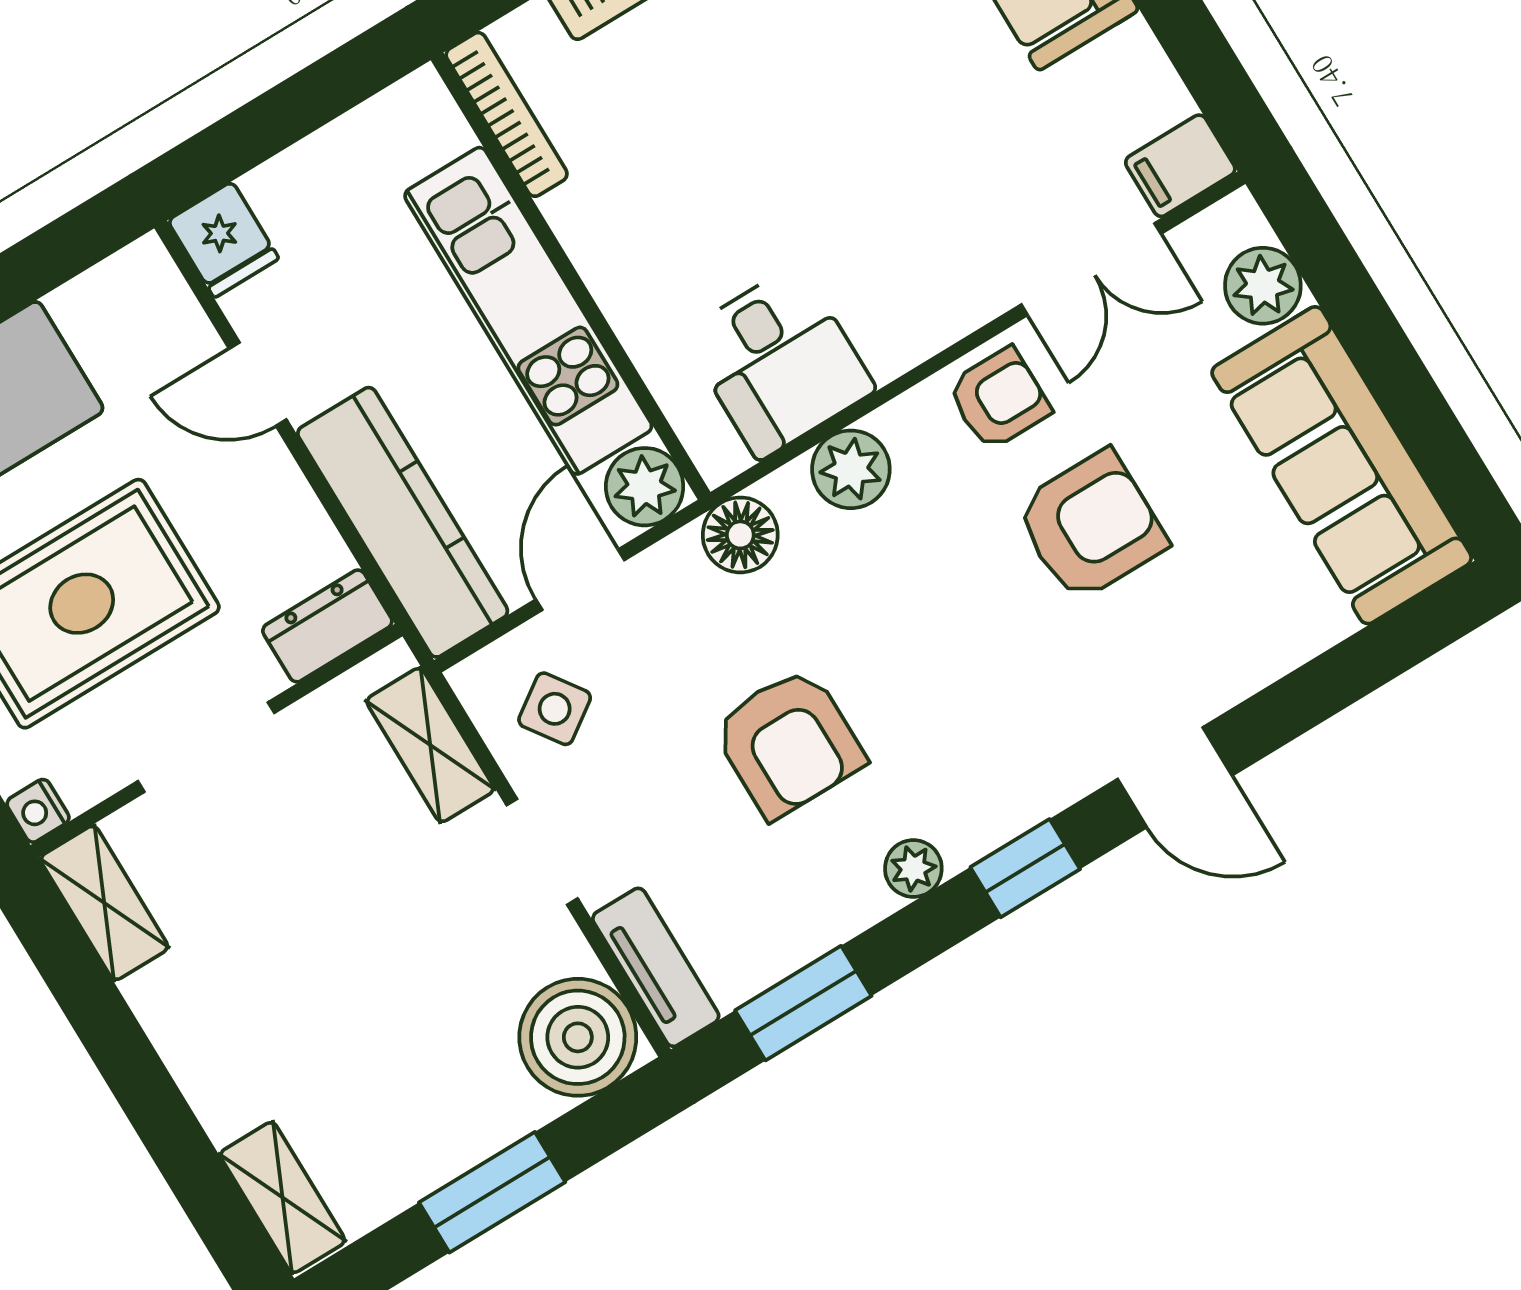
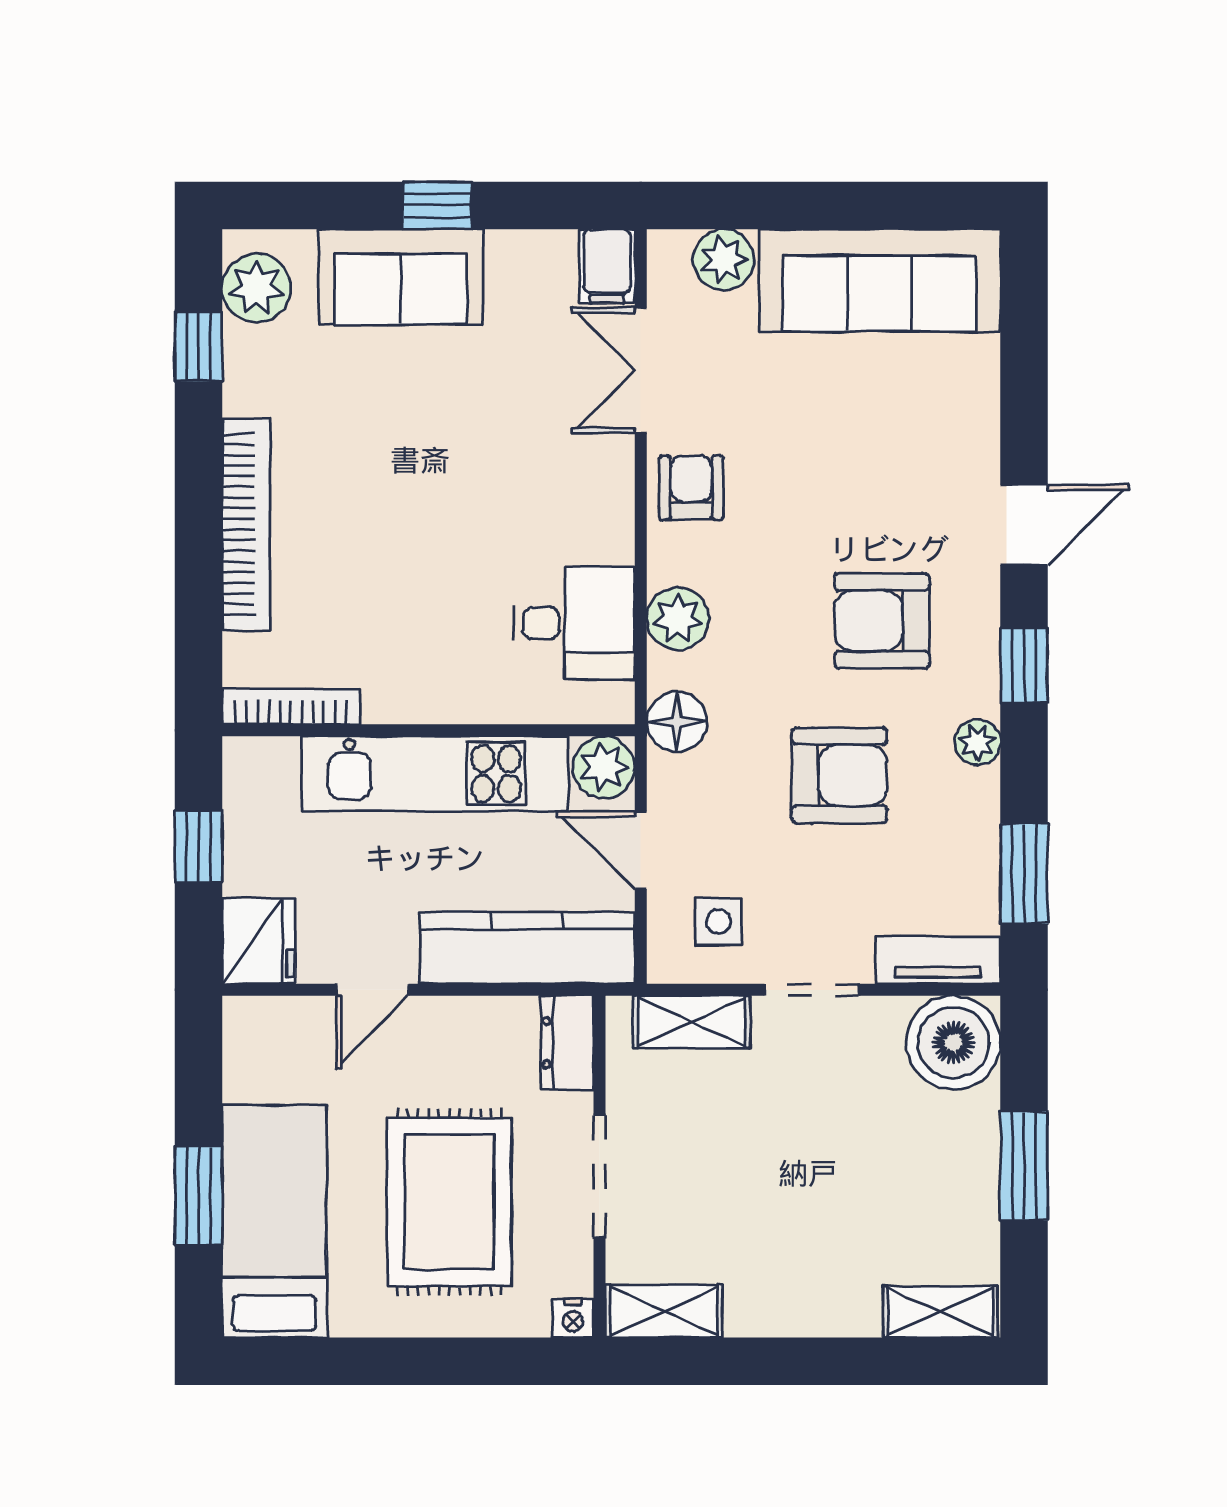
window: (298, 106) -> (199, 846), added
fridge: (223, 240) -> (259, 941), width x1.38
double door: (1091, 269) -> (641, 370), swing flipped
armchair: (1091, 526) -> (882, 621), moved, turned -90
side table: (555, 709) -> (719, 922), turned 35

